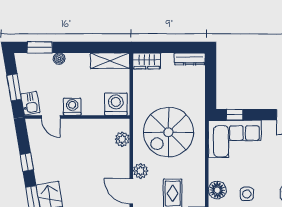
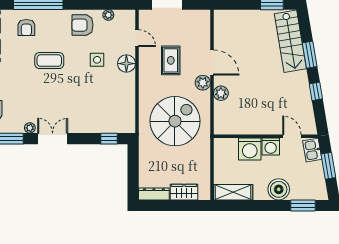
boiler: (59, 59) -> (279, 189), width x1.86, depth x1.86
wardrobe: (147, 61) -> (184, 192), moved
washing machine: (116, 104) -> (250, 149), moved
plant: (122, 139) -> (221, 93), moved
corner sofa: (235, 139) -> (109, 115), removed

